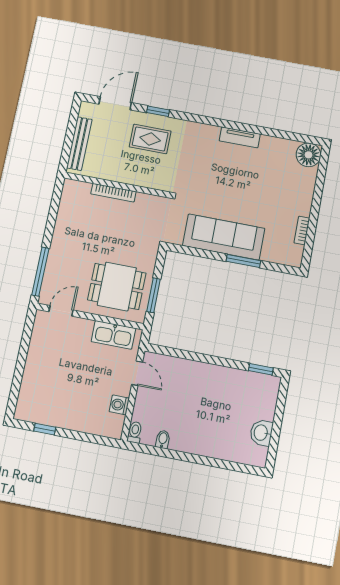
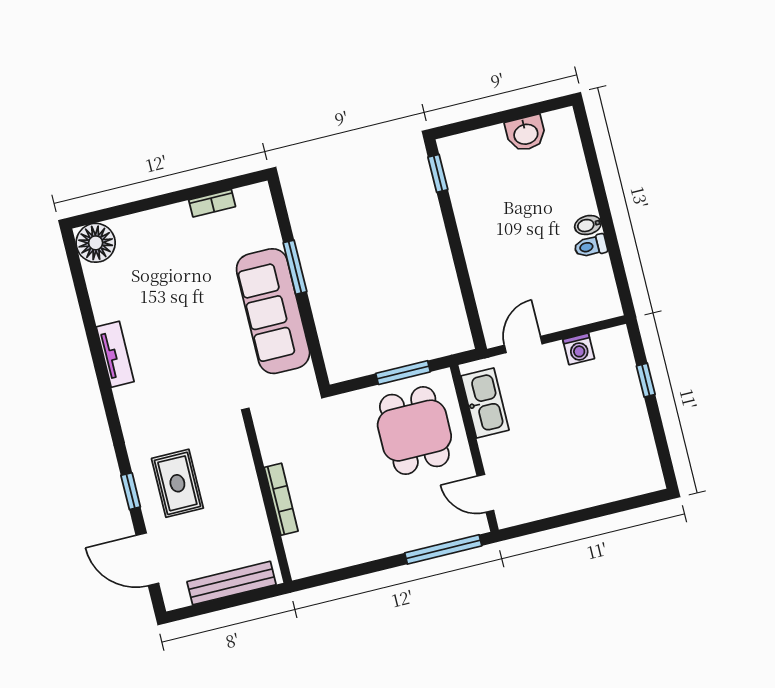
window: (45, 429) -> (646, 380), moved
toilet: (135, 432) -> (591, 246), moved
bidet: (163, 439) -> (588, 225), moved

